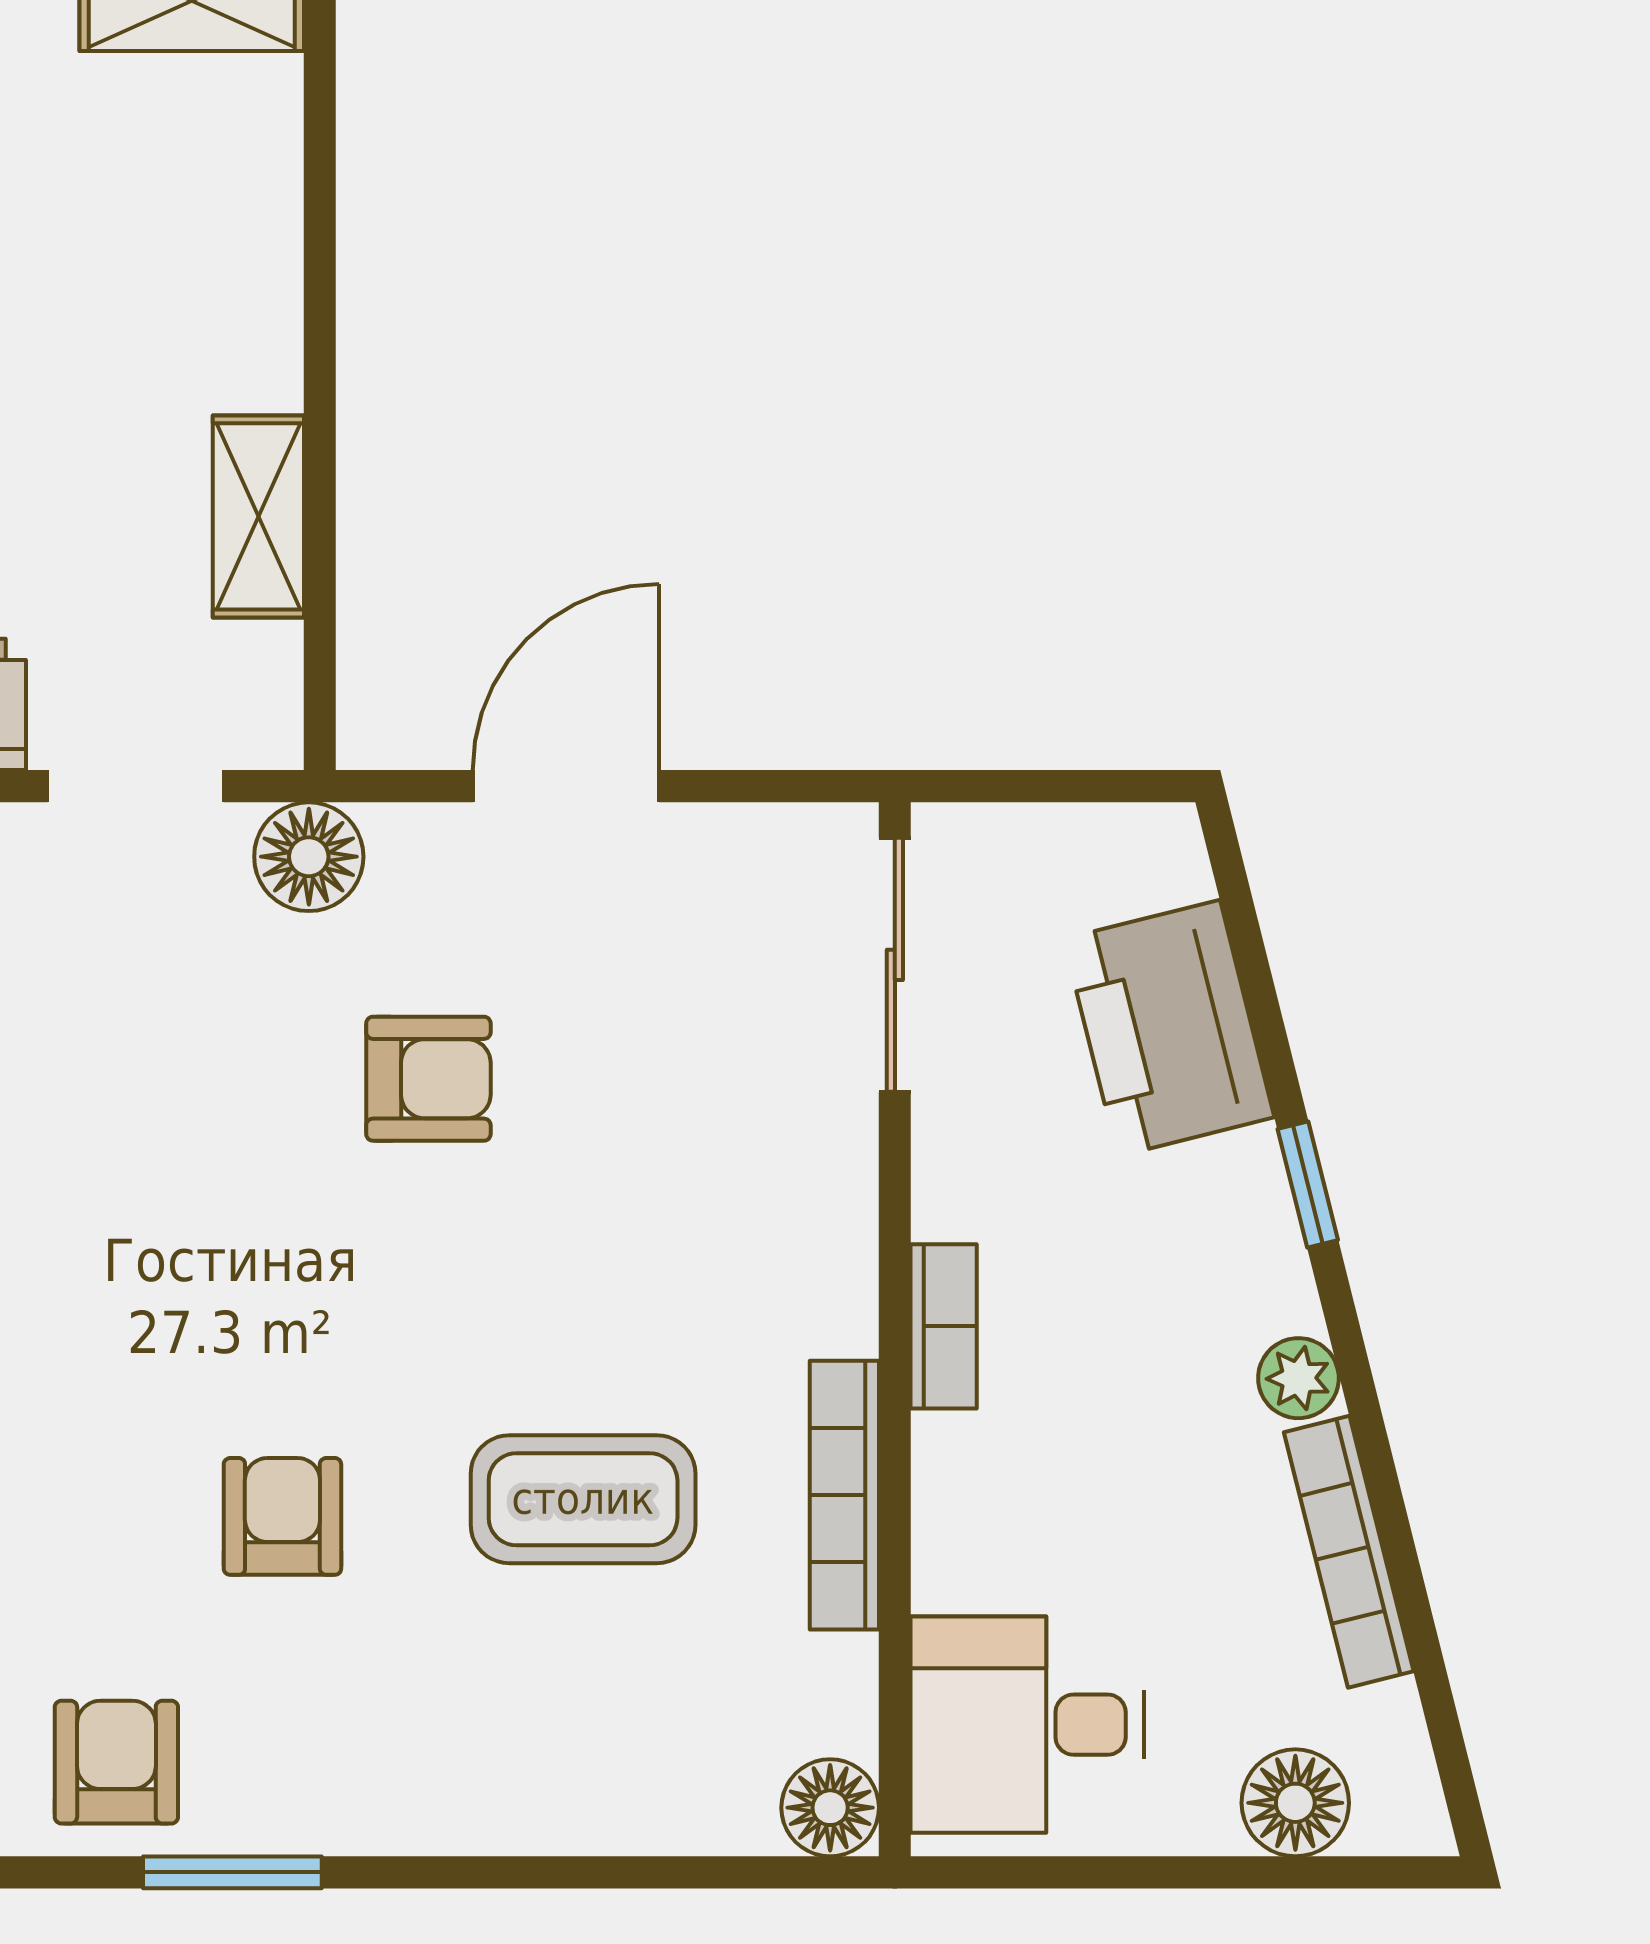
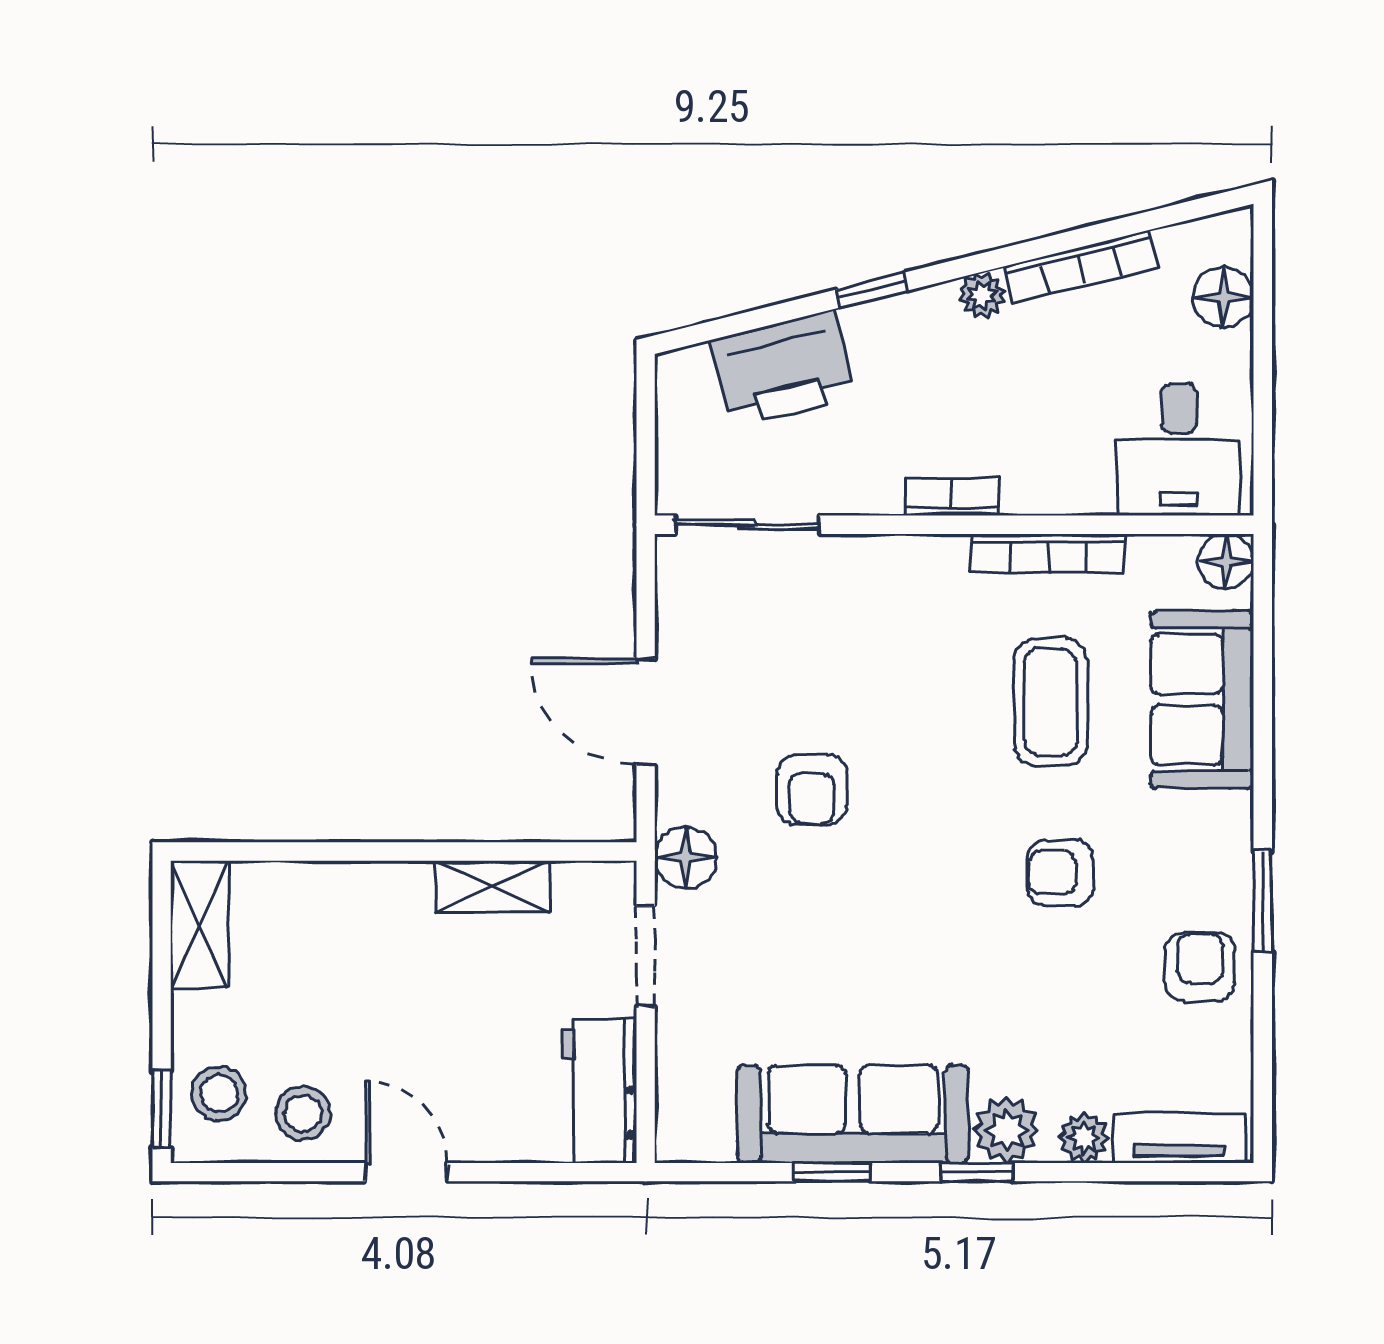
armchair: (428, 1079) -> (812, 790), turned 180
armchair: (116, 1762) -> (1200, 967), turned 90
sofa: (587, 1766) -> (1202, 699), added

